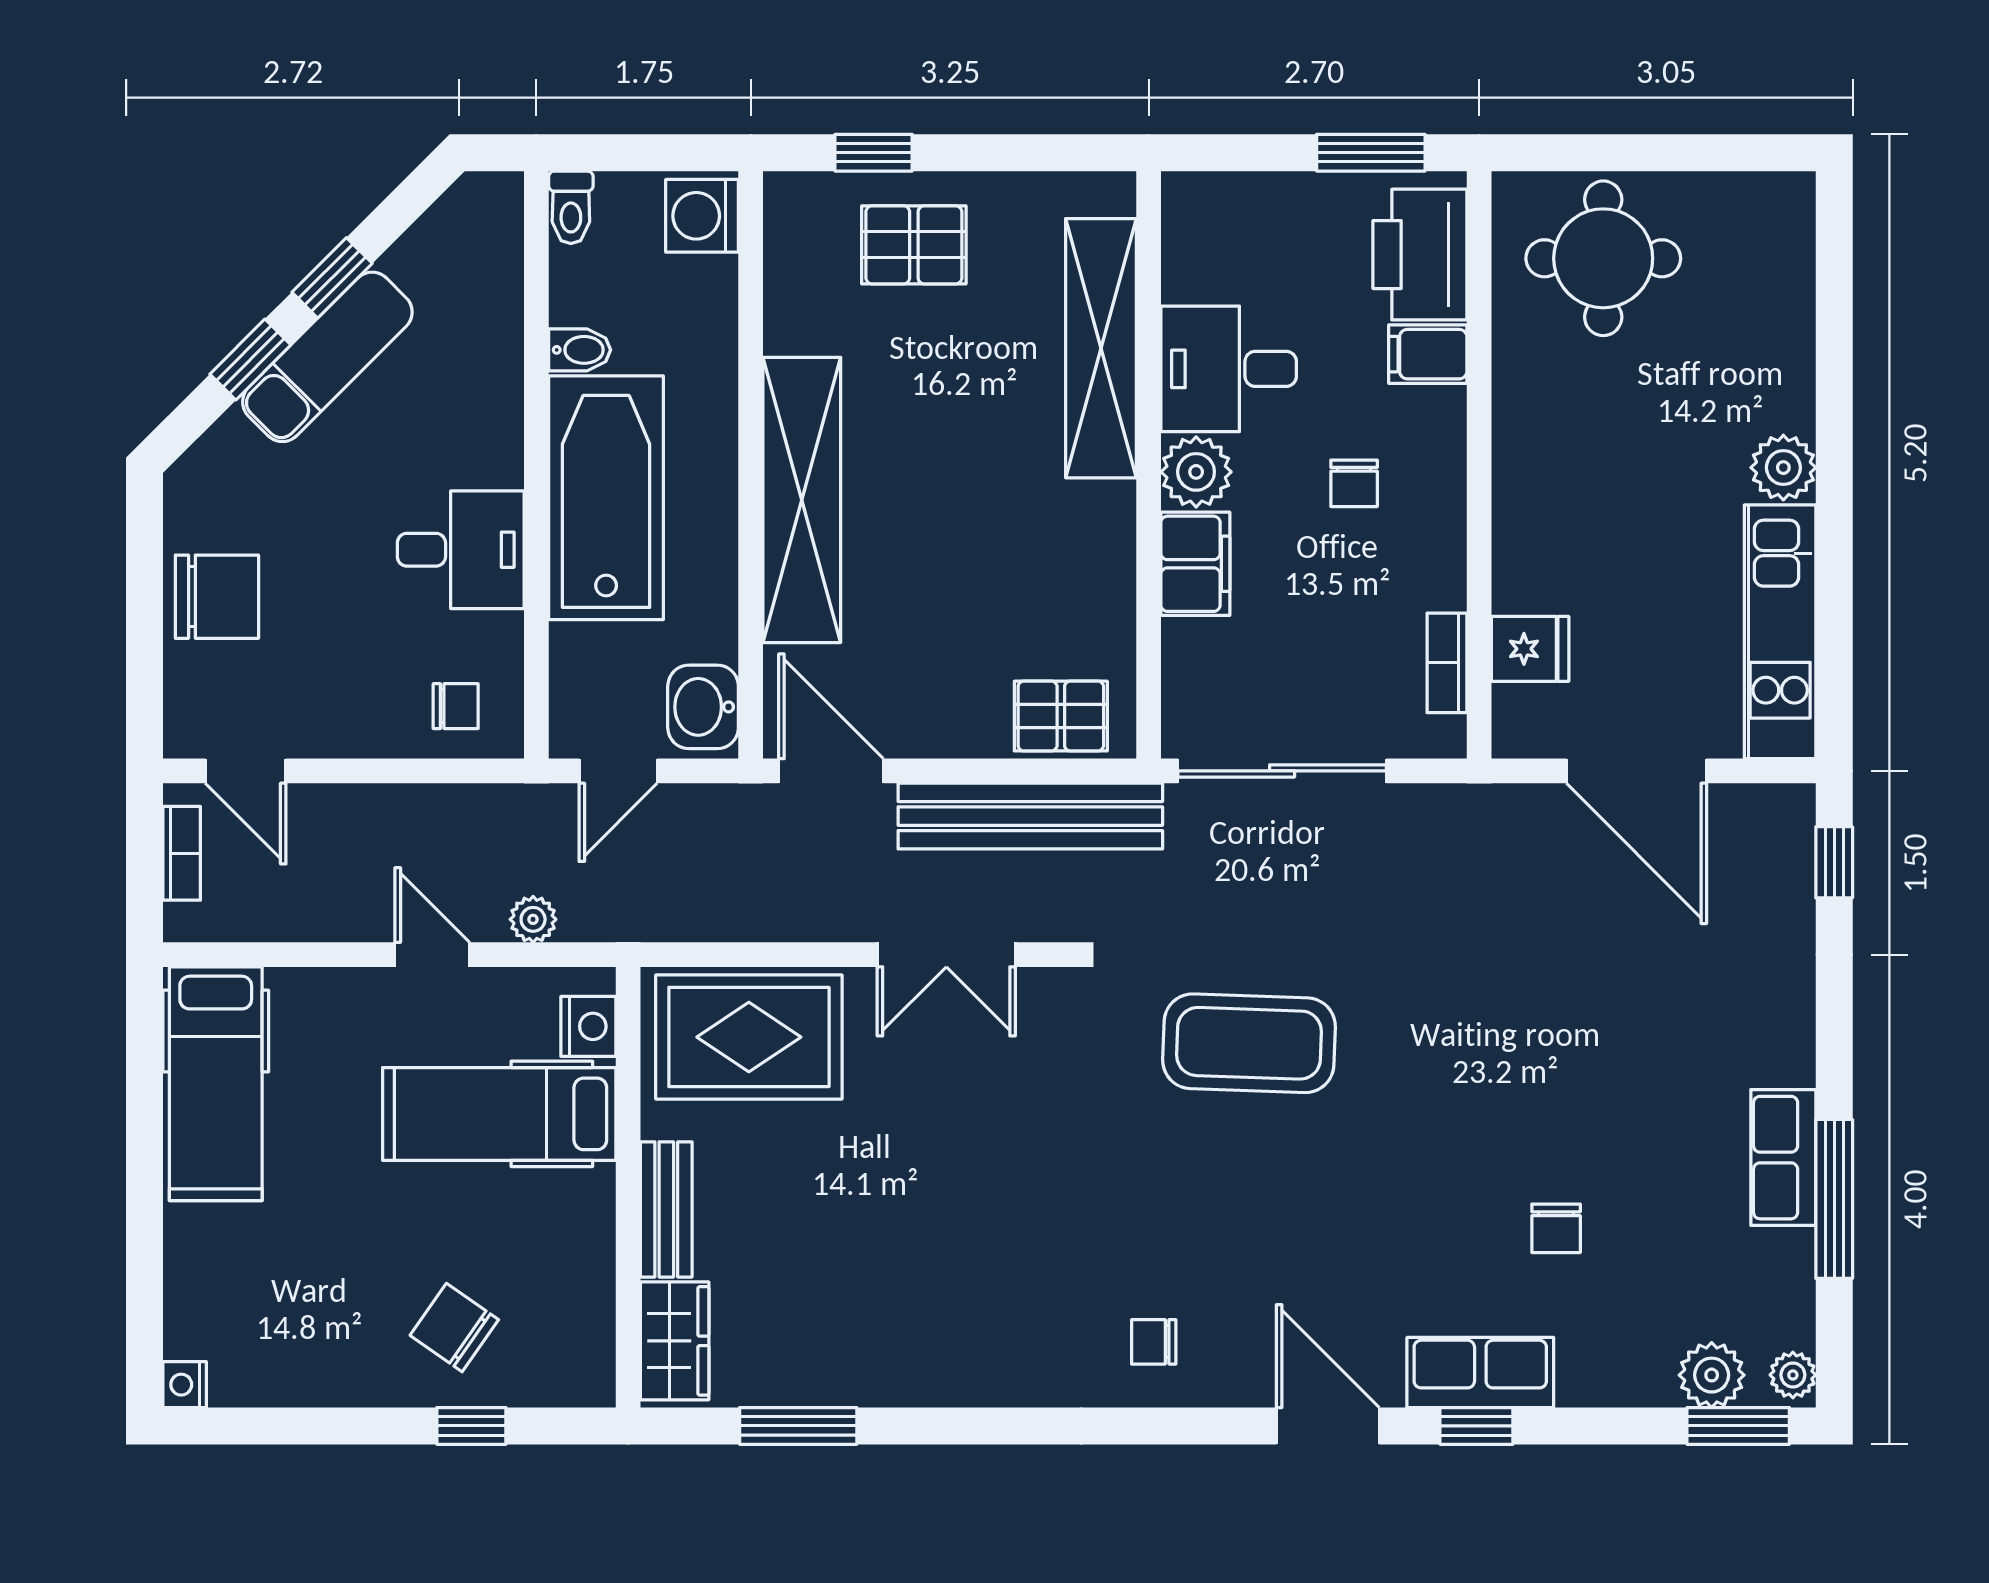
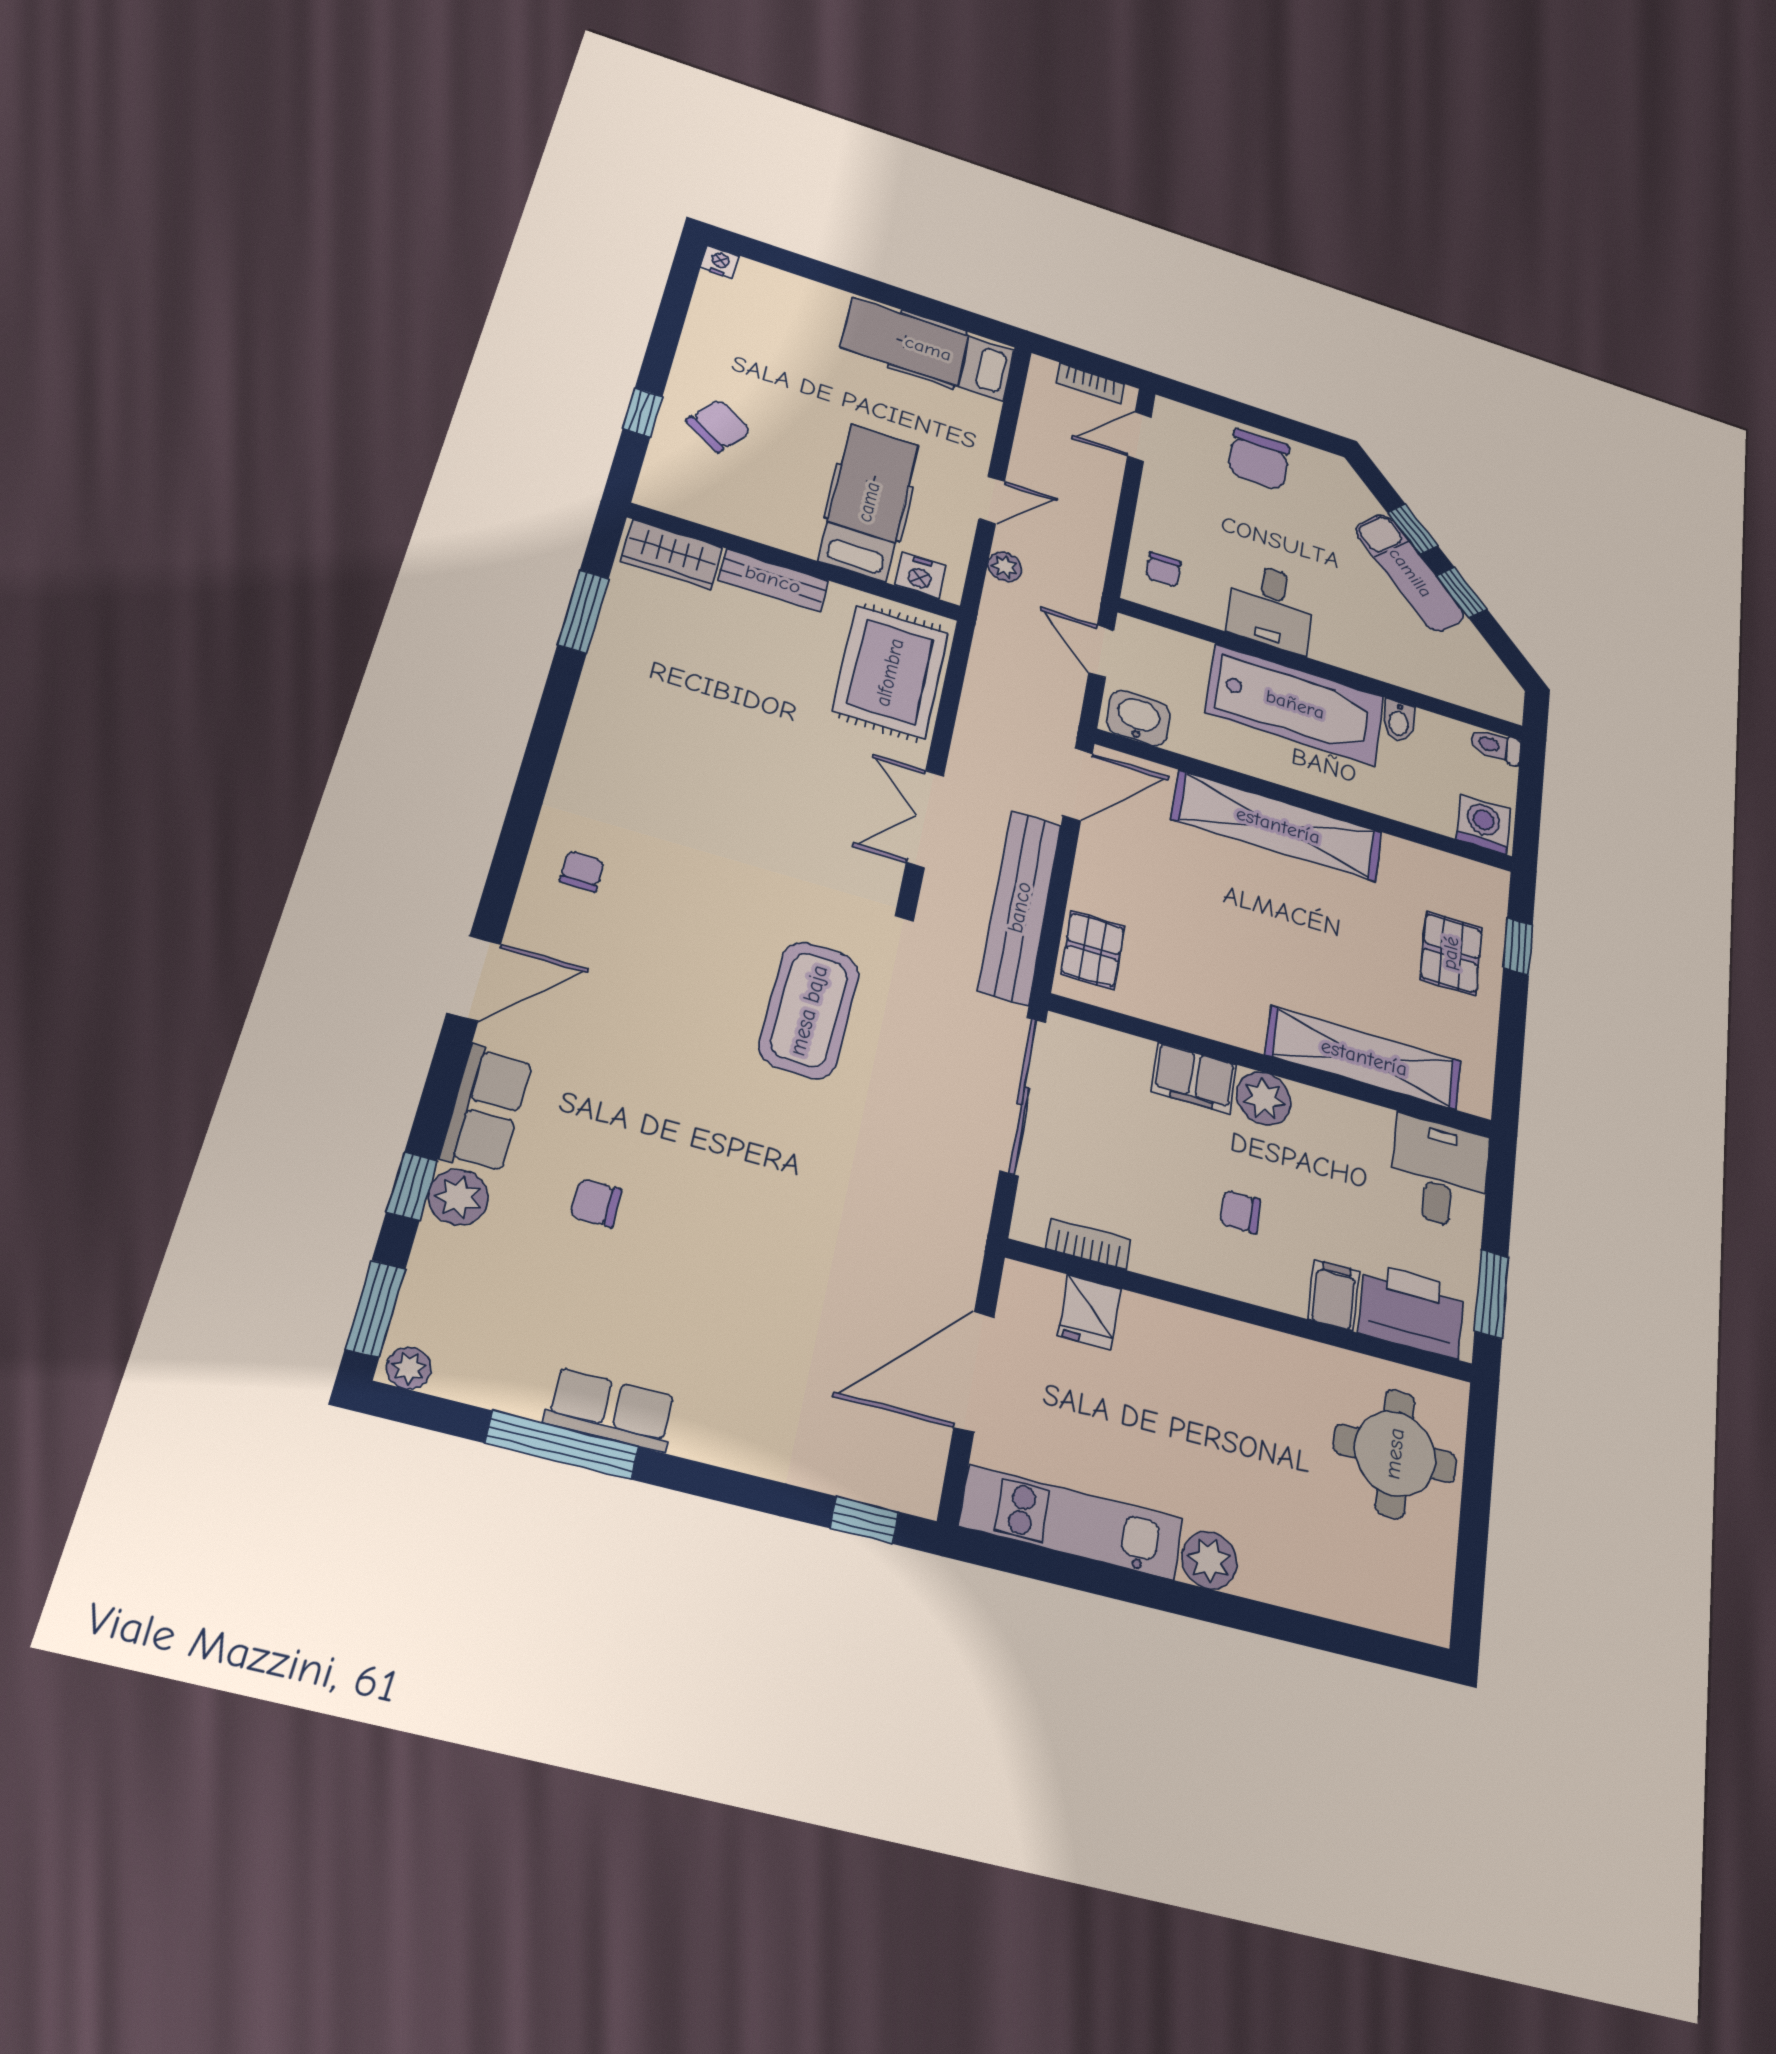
desk: (1229, 369) -> (1440, 1173), moved
plant: (1712, 1375) -> (458, 1197), moved
window: (1476, 1426) -> (412, 1186), moved

